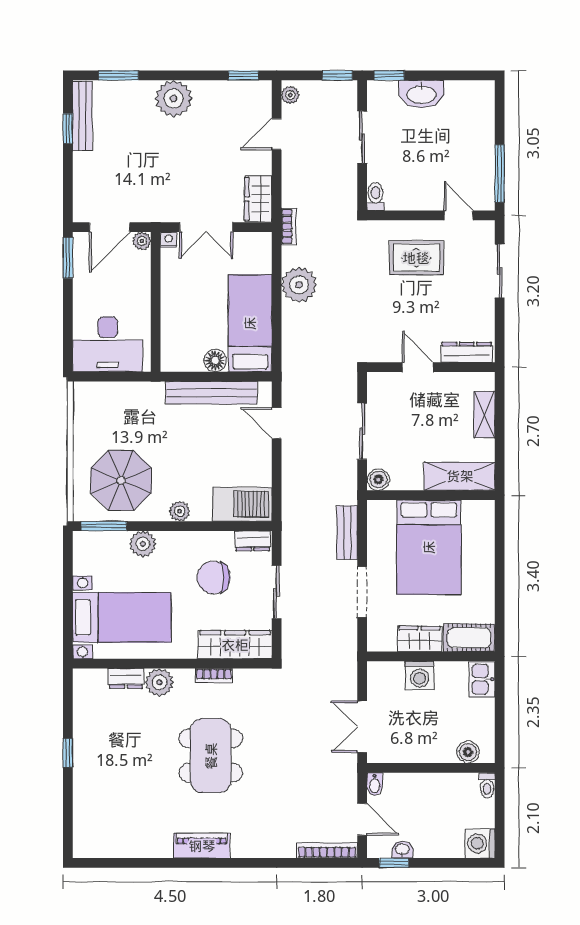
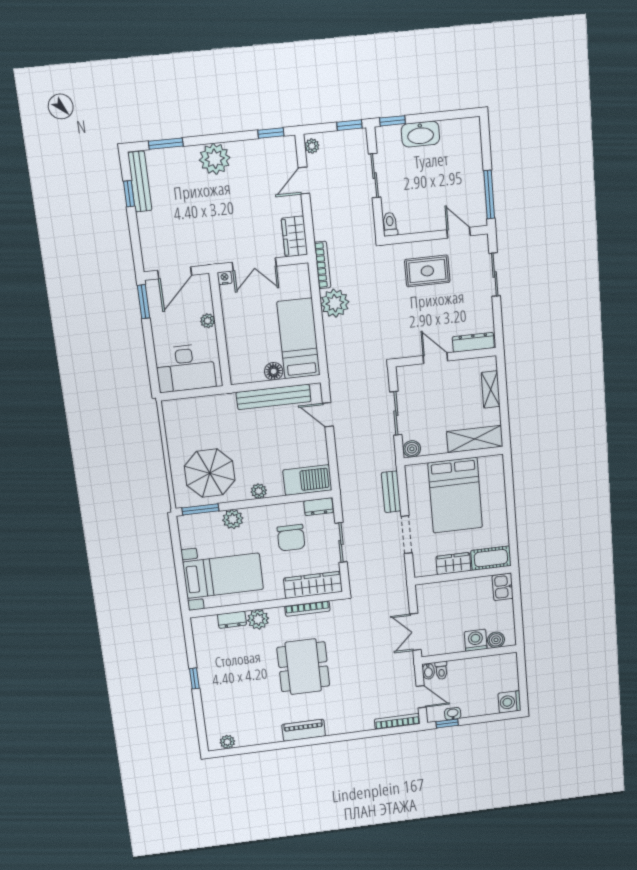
bookcase: (289, 226) -> (323, 265), width x1.56
plant: (142, 241) -> (208, 321), moved
chair: (214, 578) -> (291, 538), turned -90
washing machine: (420, 675) -> (476, 640), moved, turned 180
bookcase: (214, 676) -> (307, 608), width x1.56
toilet: (487, 785) -> (441, 670), moved
plant: (100, 848) -> (227, 742), added

